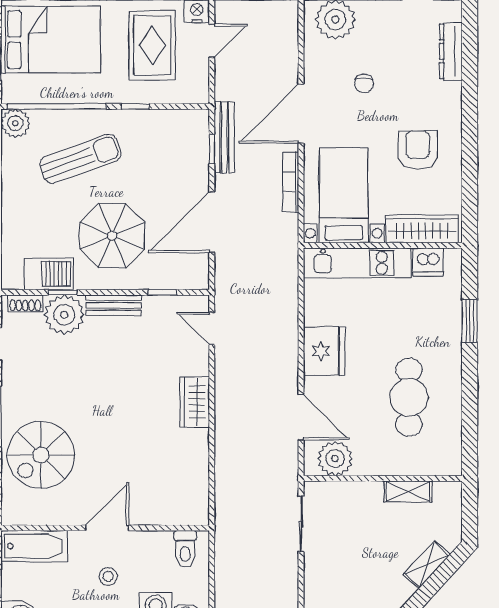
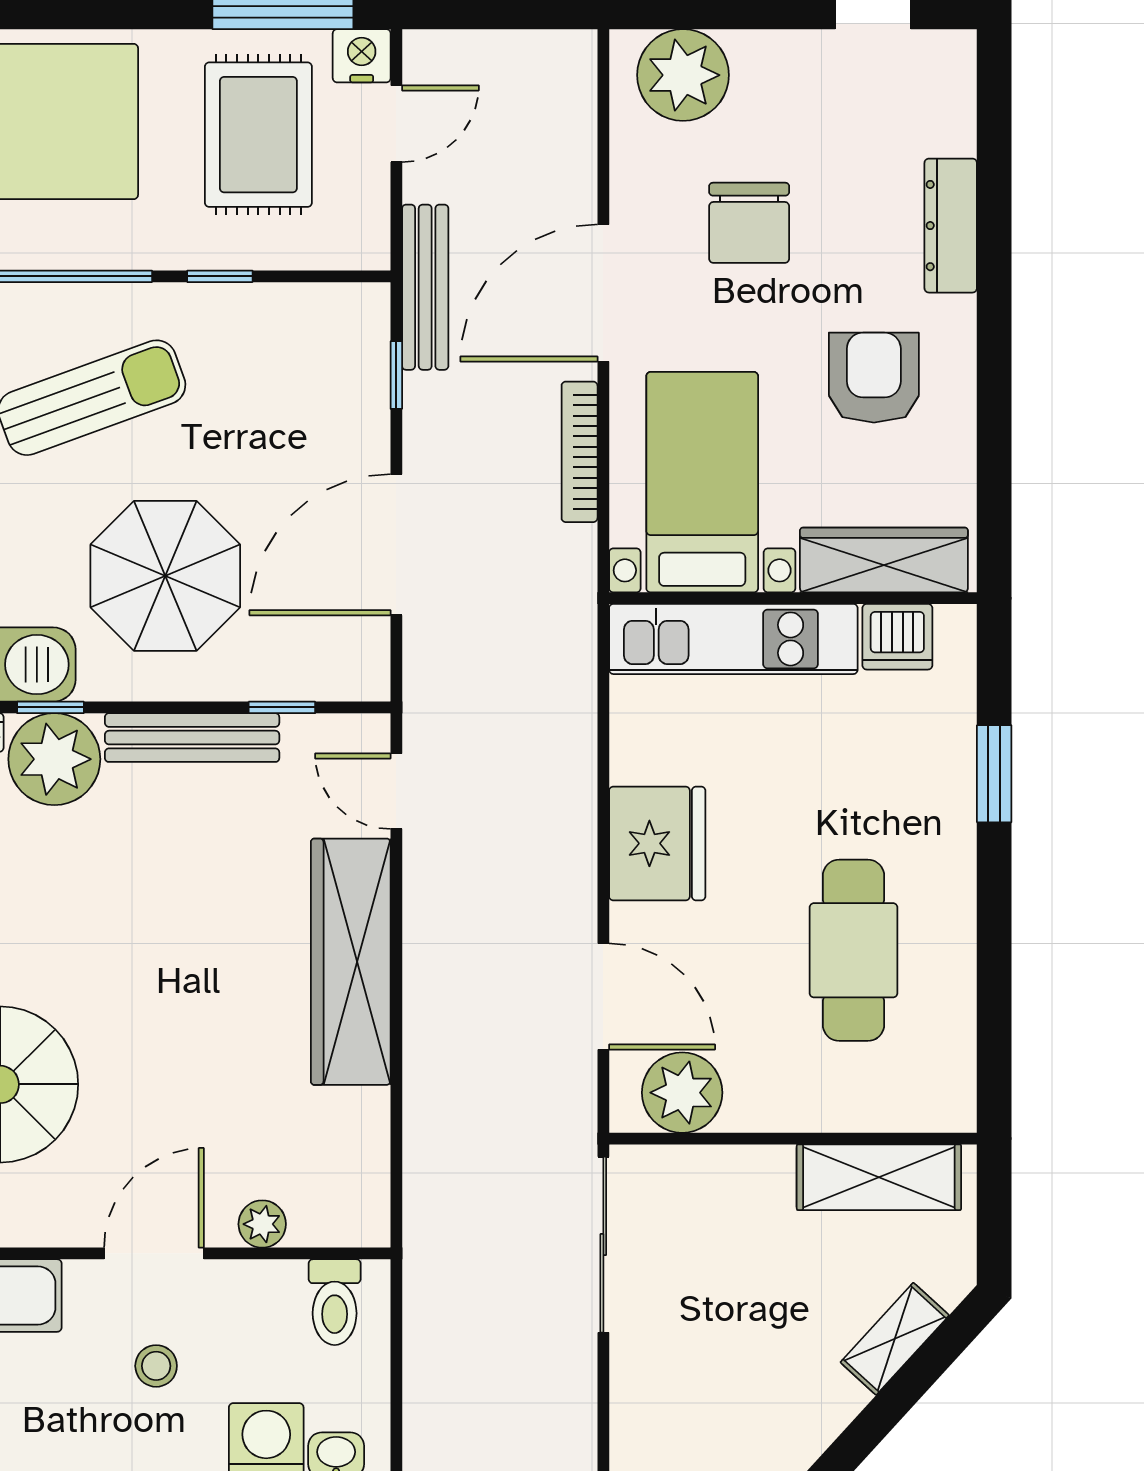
dresser: (451, 51) -> (951, 226), moved
chair: (364, 83) -> (749, 223), width x1.87, depth x1.87
bench: (224, 137) -> (425, 287), moved
bench: (114, 305) -> (192, 738), width x1.36
wardrobe: (195, 402) -> (351, 962), width x2.10, depth x1.17
shelving: (408, 491) -> (879, 1177), width x1.50, depth x1.33
plant: (154, 515) -> (262, 1224), added
sliding door: (301, 524) -> (603, 1245), width x1.37

